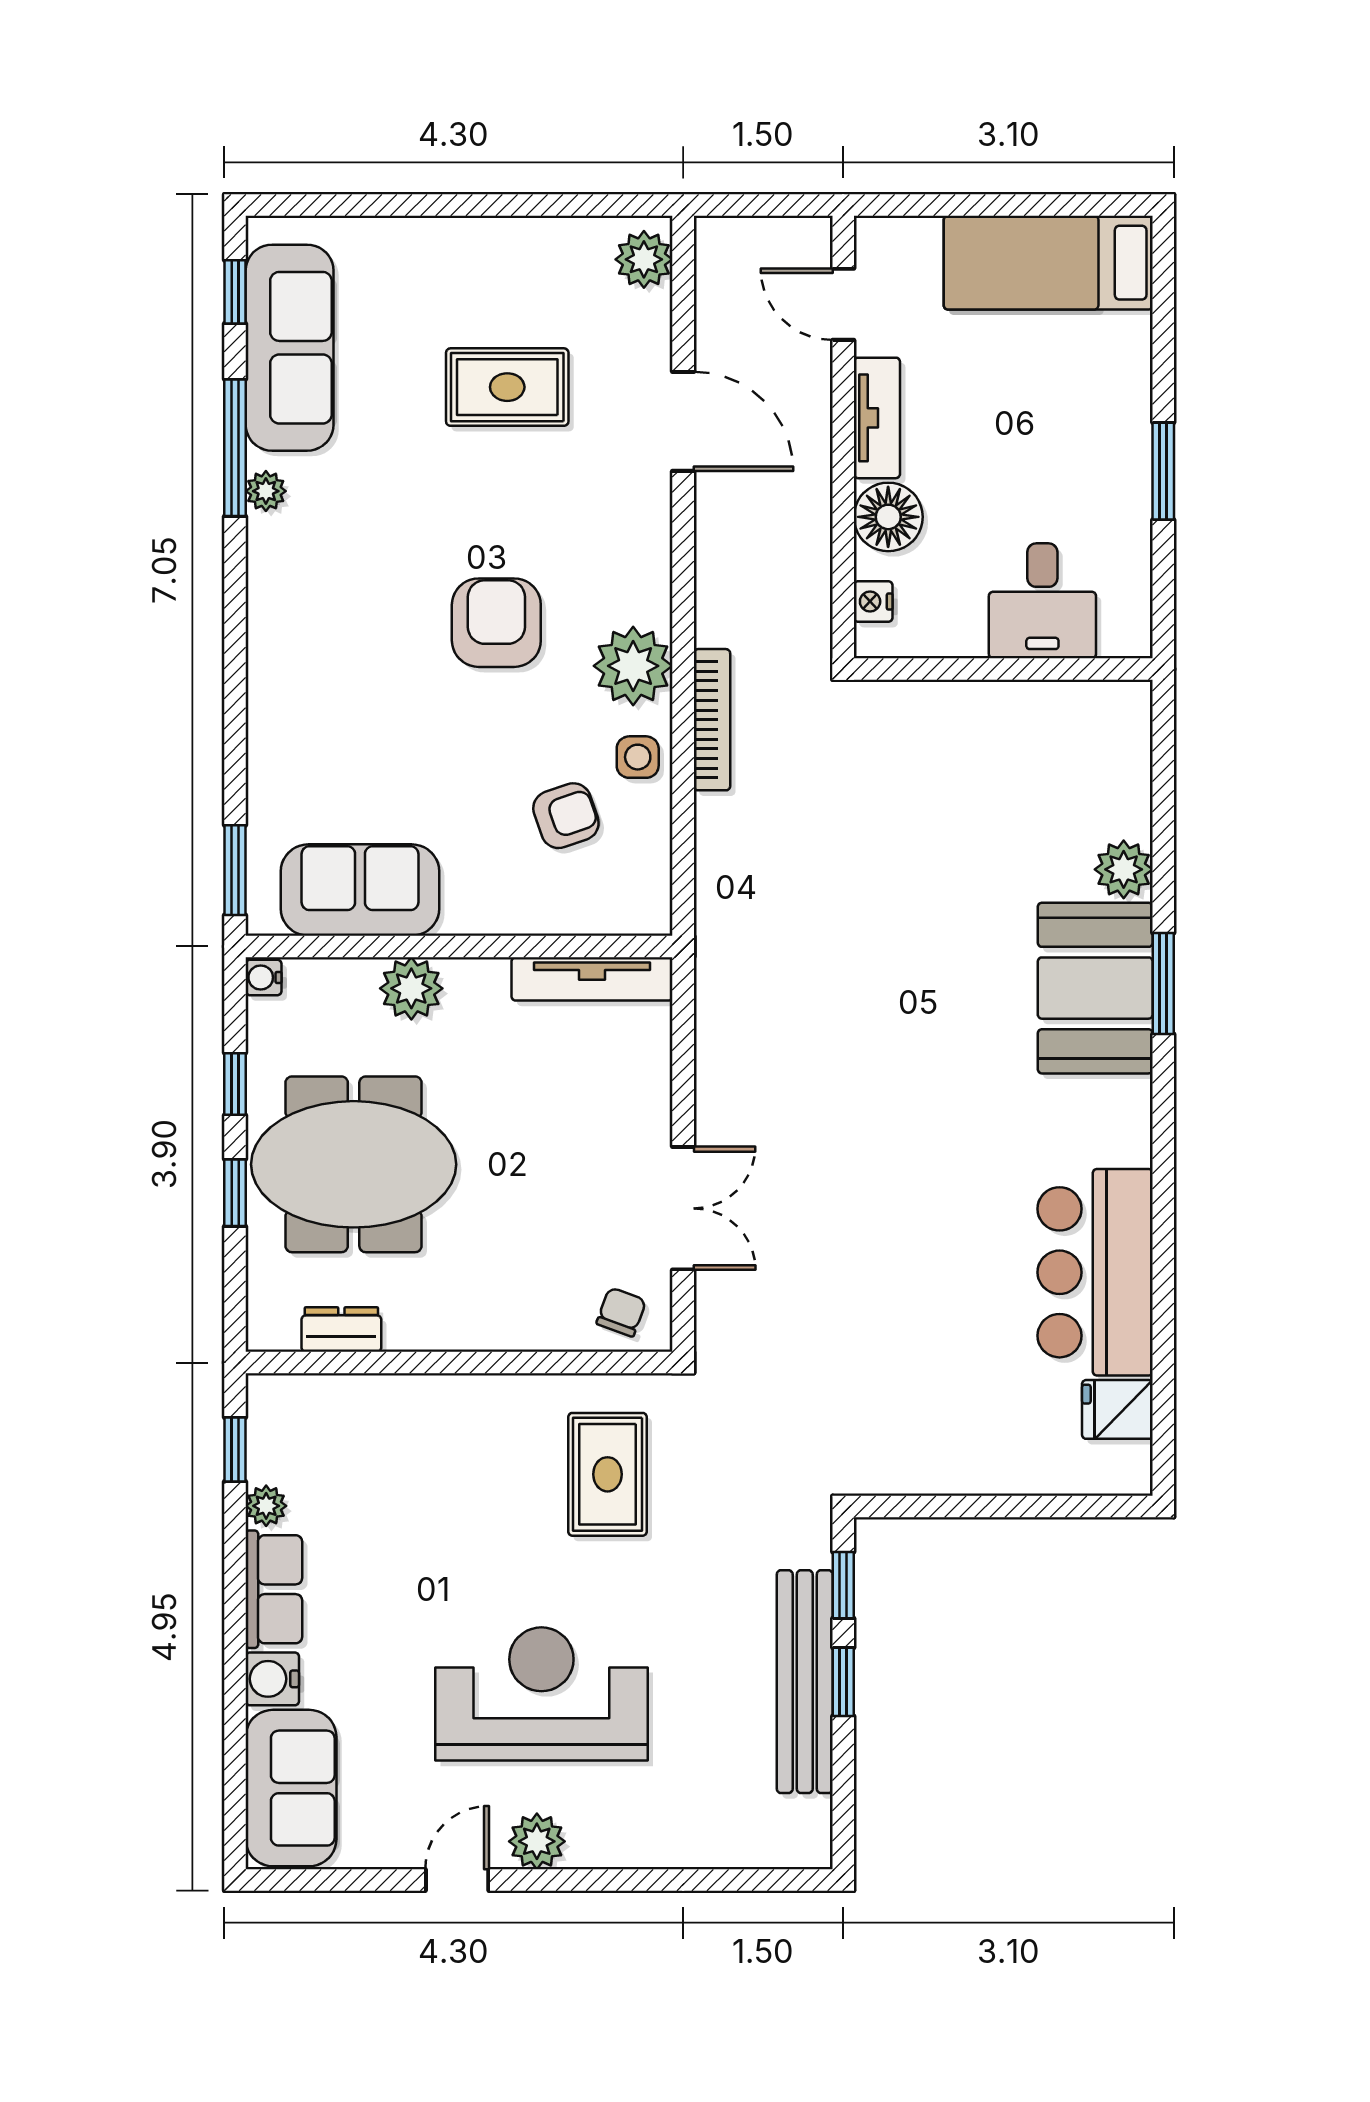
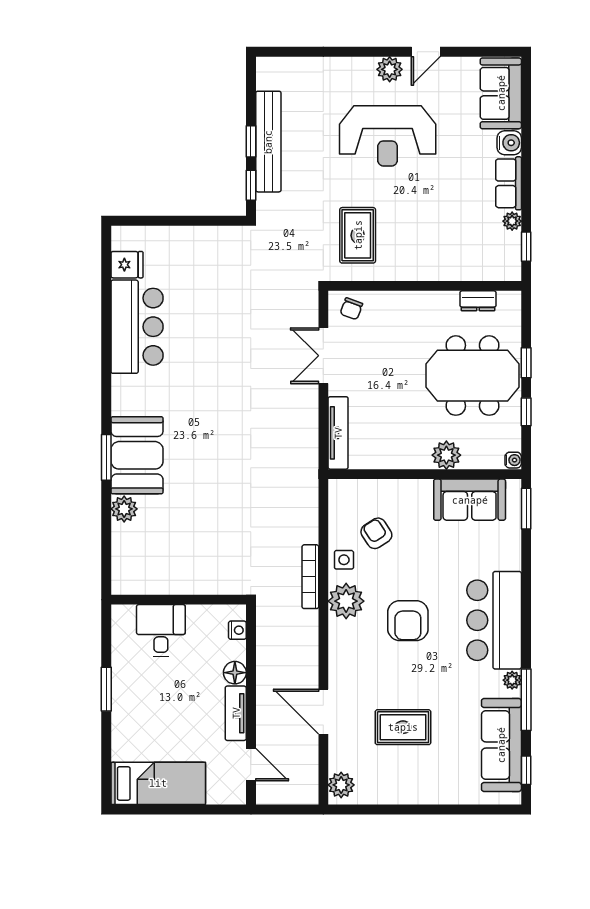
floor lamp: (888, 517) -> (235, 673), width x0.73, depth x0.73
bar counter: (306, 623) -> (494, 620), added
armchair: (566, 816) -> (376, 533), turned 76
tv unit: (592, 979) -> (338, 433), moved, turned 90

